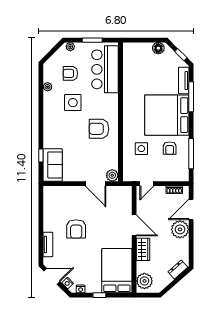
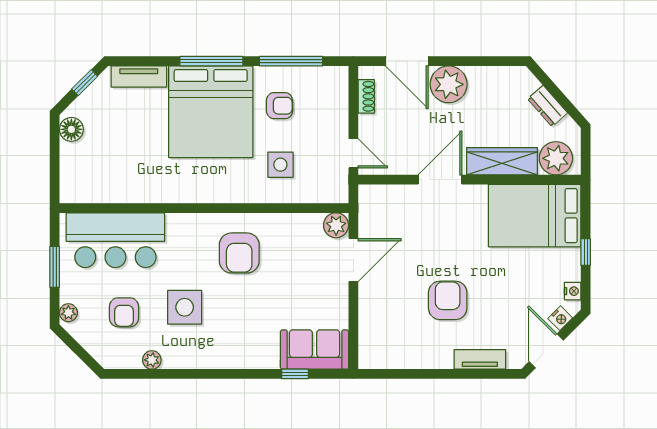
window: (191, 97) -> (211, 61), moved
armchair: (76, 229) -> (448, 300), turned -90
wardrobe: (143, 249) -> (502, 161), width x1.50
dresser: (178, 270) -> (547, 106), moved

